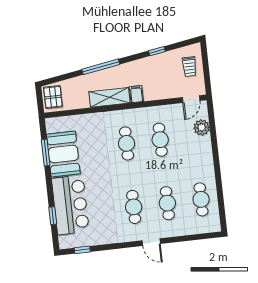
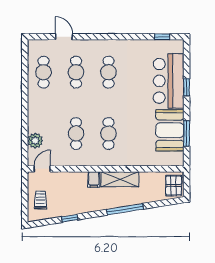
window: (53, 216) -> (187, 87), moved
door: (151, 242) -> (64, 37), moved

